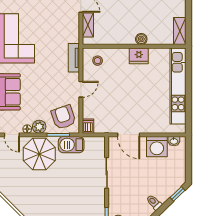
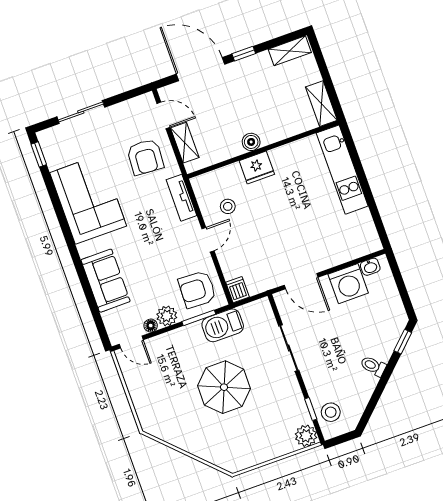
armchair: (61, 25) -> (145, 157), added
boiler: (141, 39) -> (251, 142), moved
fridge: (139, 56) -> (257, 167), moved
stool: (98, 61) -> (228, 206), moved
kitchen unit: (178, 86) -> (342, 170), width x0.73
armchair: (63, 117) -> (197, 289), turned -69
parasol: (39, 154) -> (224, 387), moved

